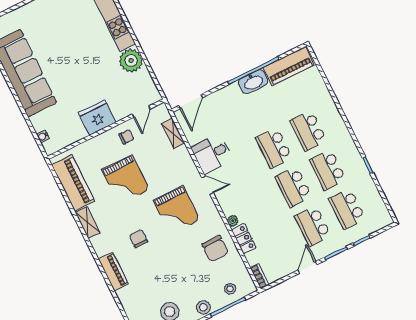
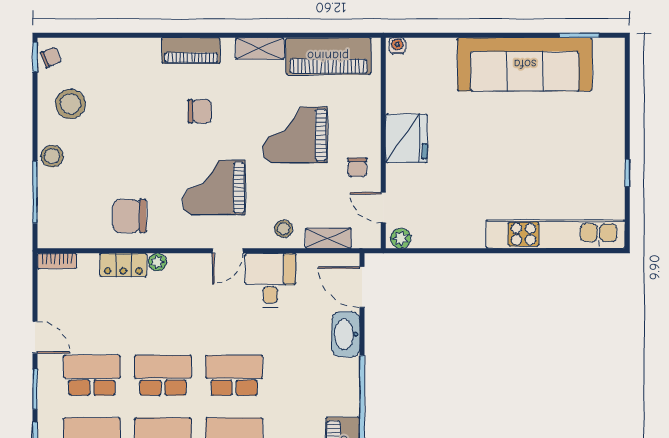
plant: (131, 61) -> (401, 238), moved, width x0.53, depth x0.53
washbasin: (253, 82) -> (346, 334), moved
water cooler: (43, 136) -> (397, 46), moved
piano: (113, 272) -> (191, 51), moved
stool: (230, 289) -> (284, 229), moved

